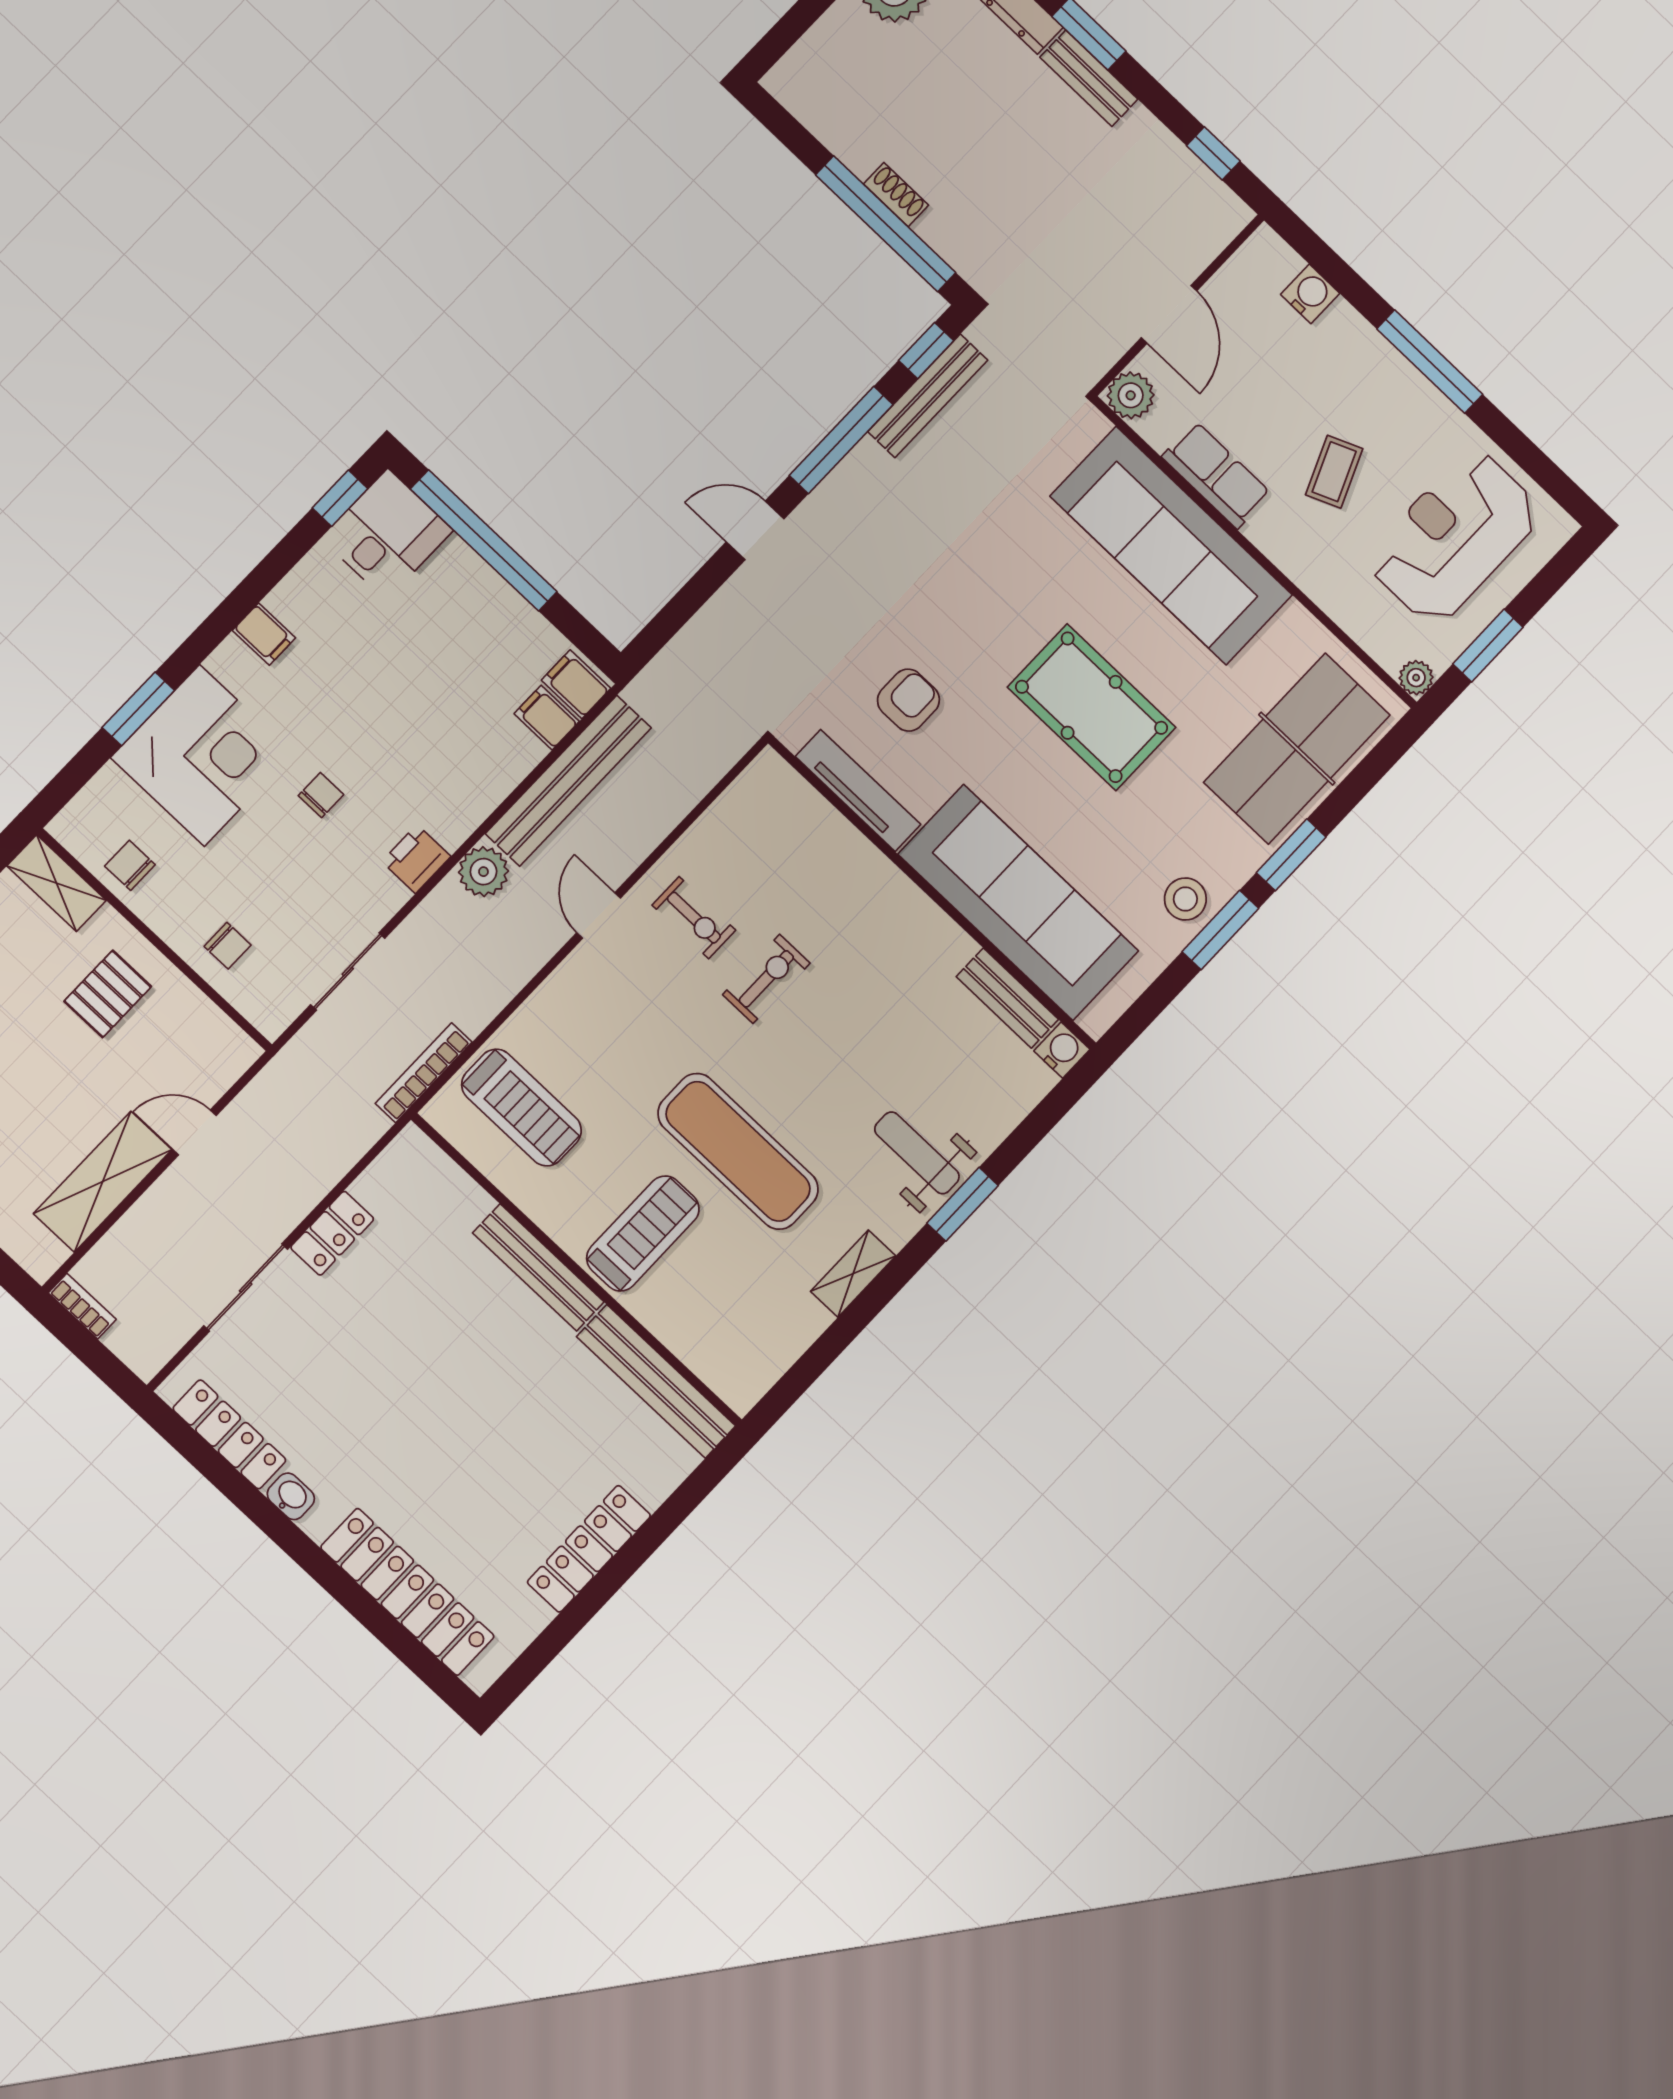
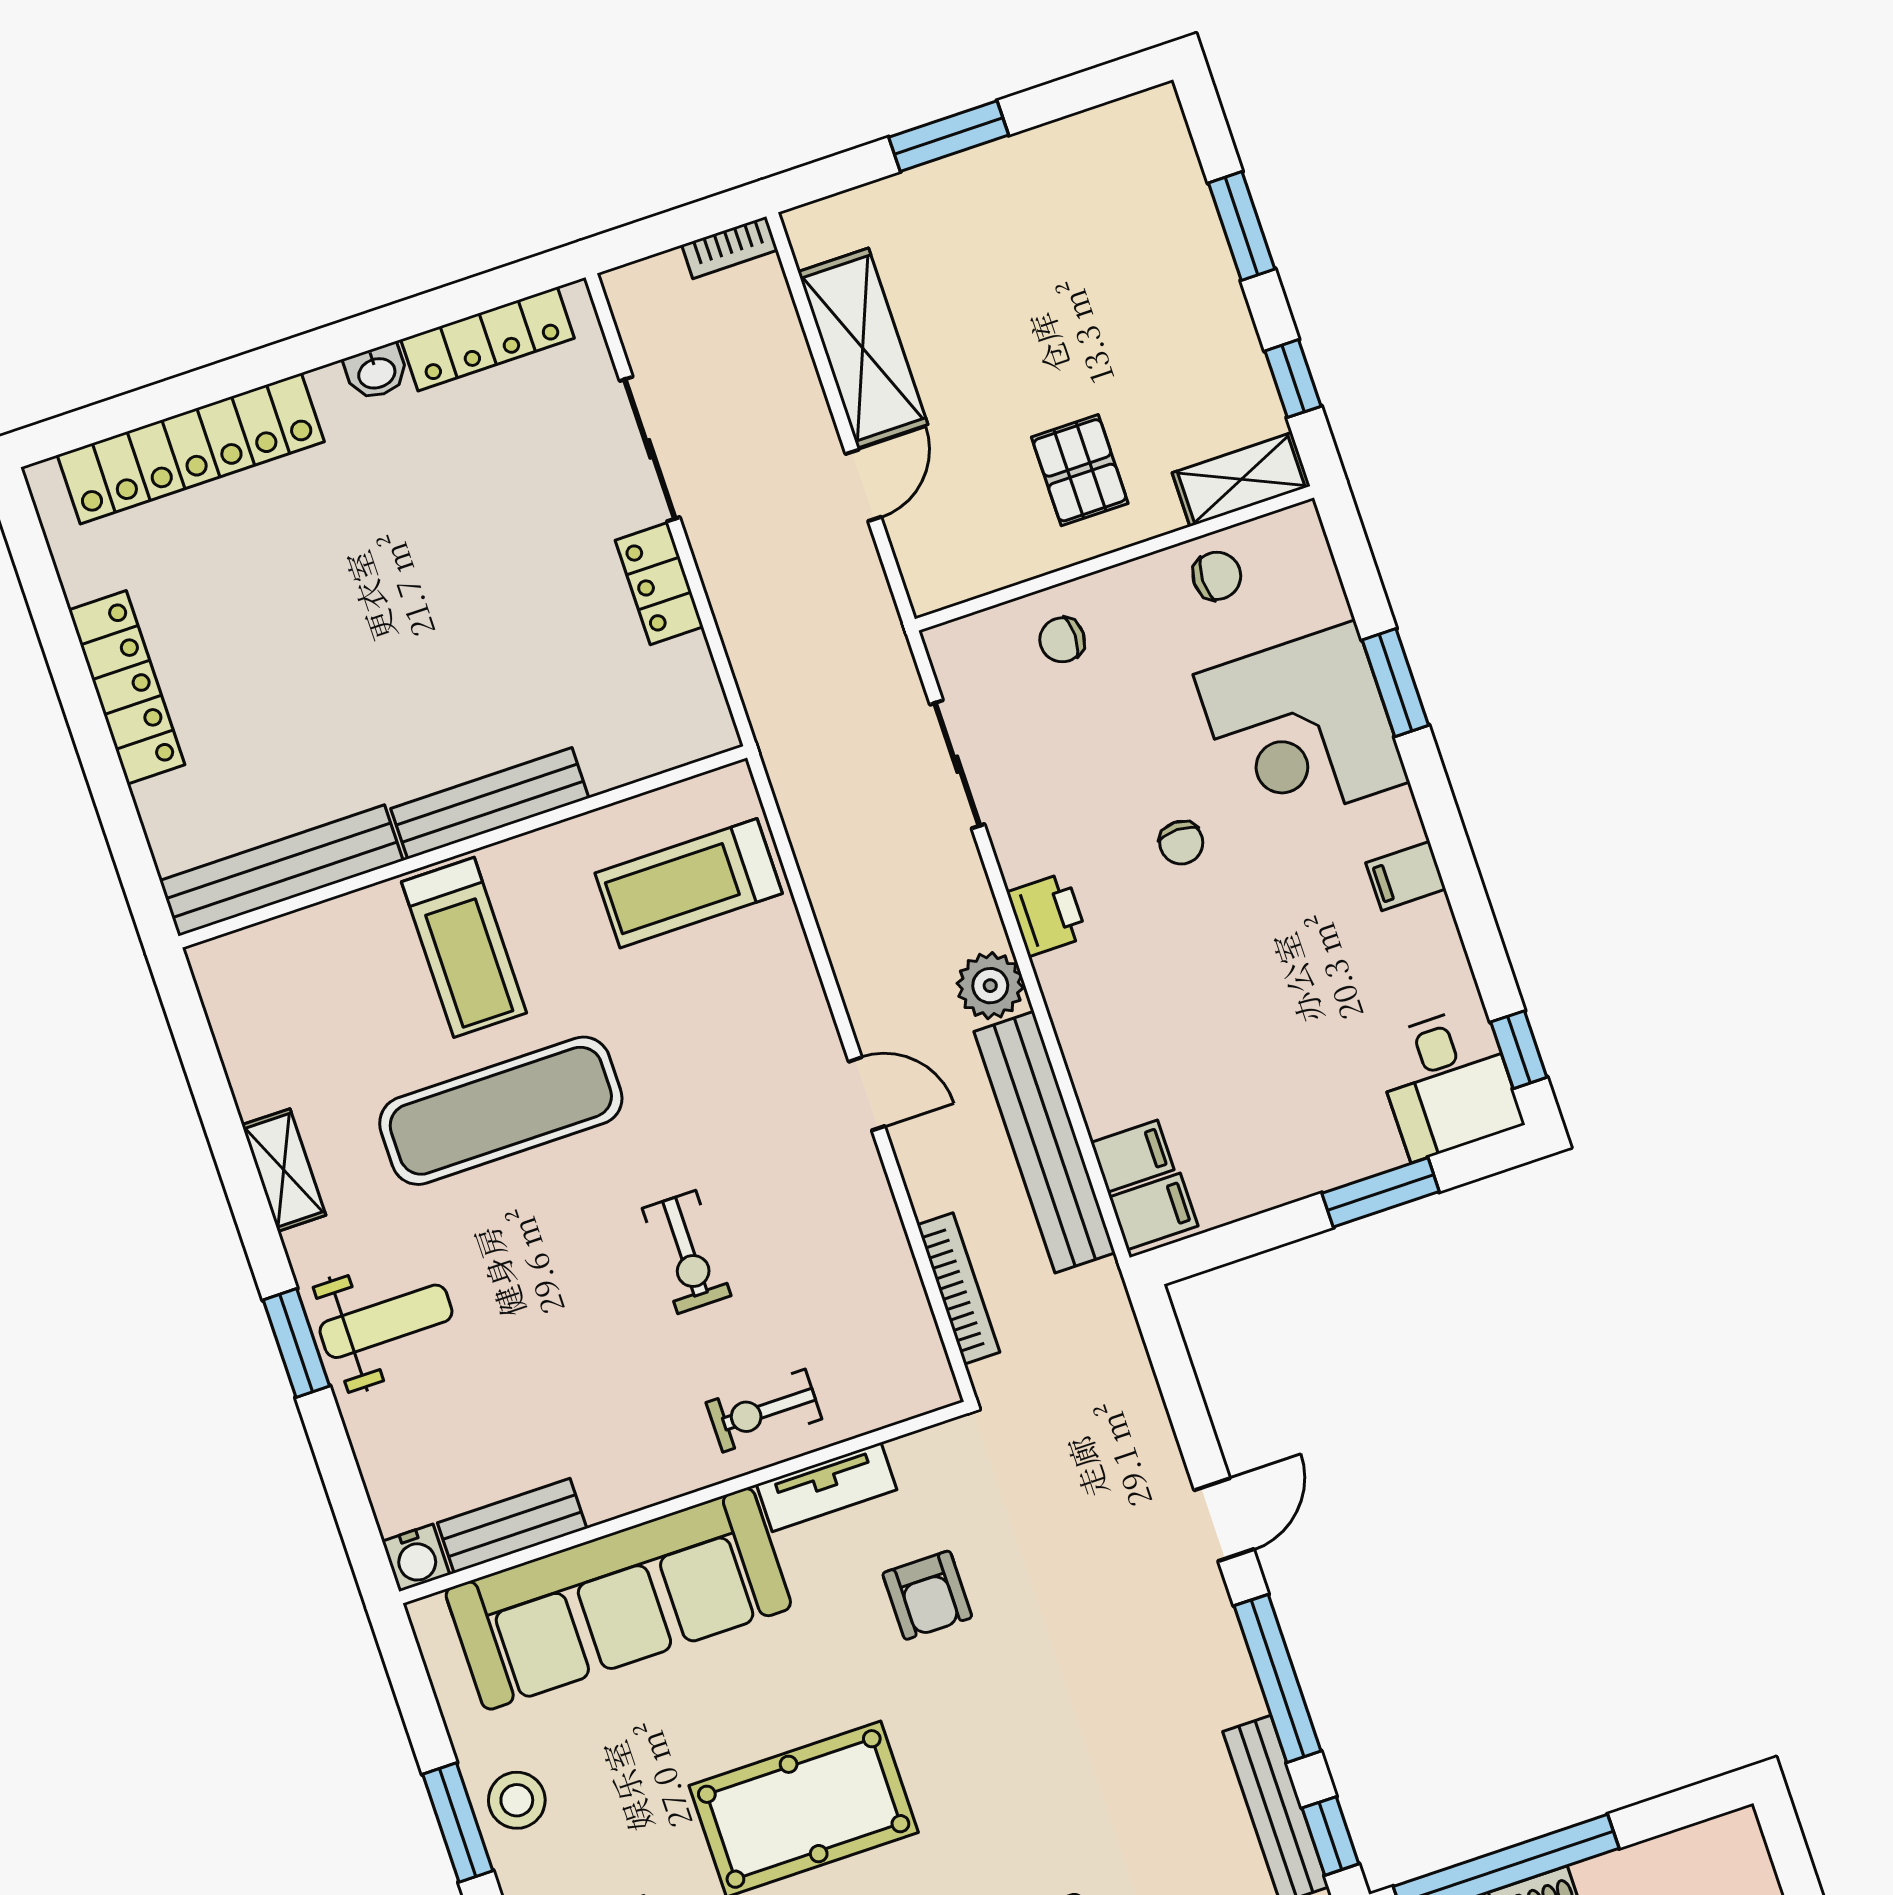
window: (484, 540) -> (1381, 1192), width x0.47
tv unit: (858, 790) -> (827, 1487), width x0.71
exercise bike: (694, 918) -> (764, 1411), moved
bookcase: (424, 1073) -> (959, 1288), moved

